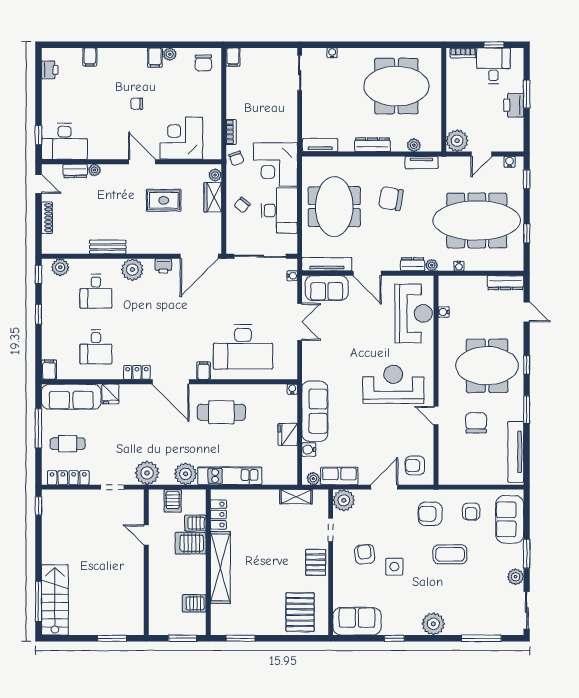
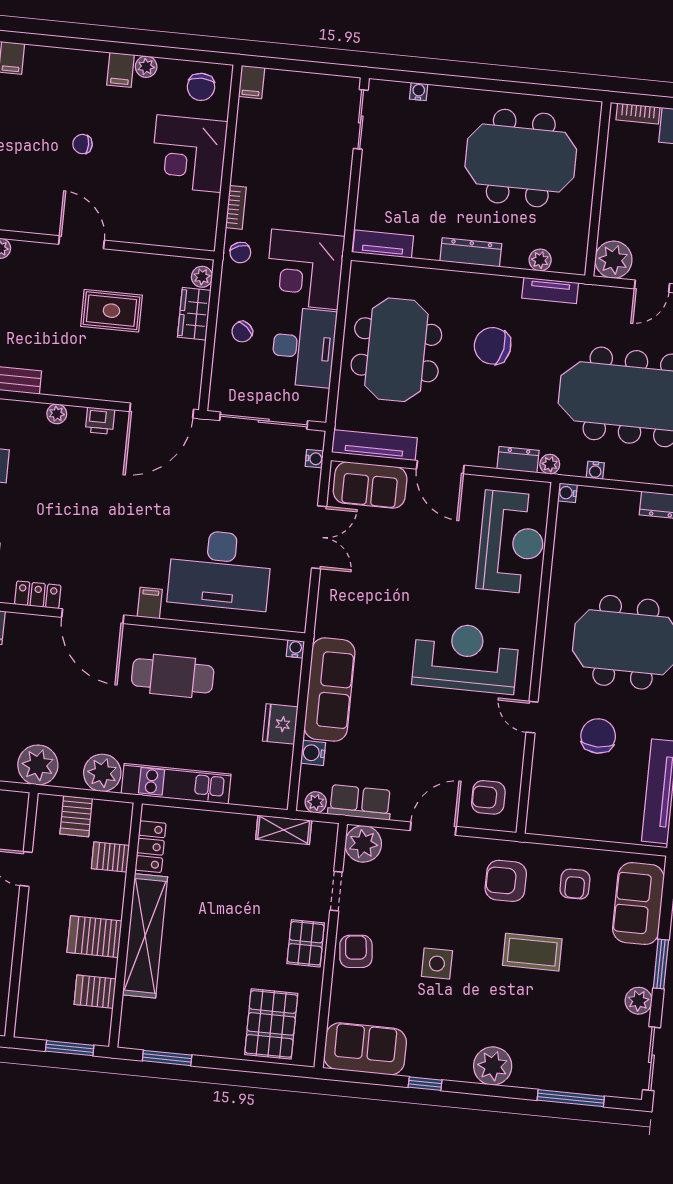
corner desk: (181, 138) -> (189, 154), moved, turned -90
plant: (132, 270) -> (57, 414), width x0.53, depth x0.53
water cooler: (444, 312) -> (567, 493), moved
server rack: (191, 543) -> (94, 937), moved
armchair: (365, 554) -> (356, 951), moved

